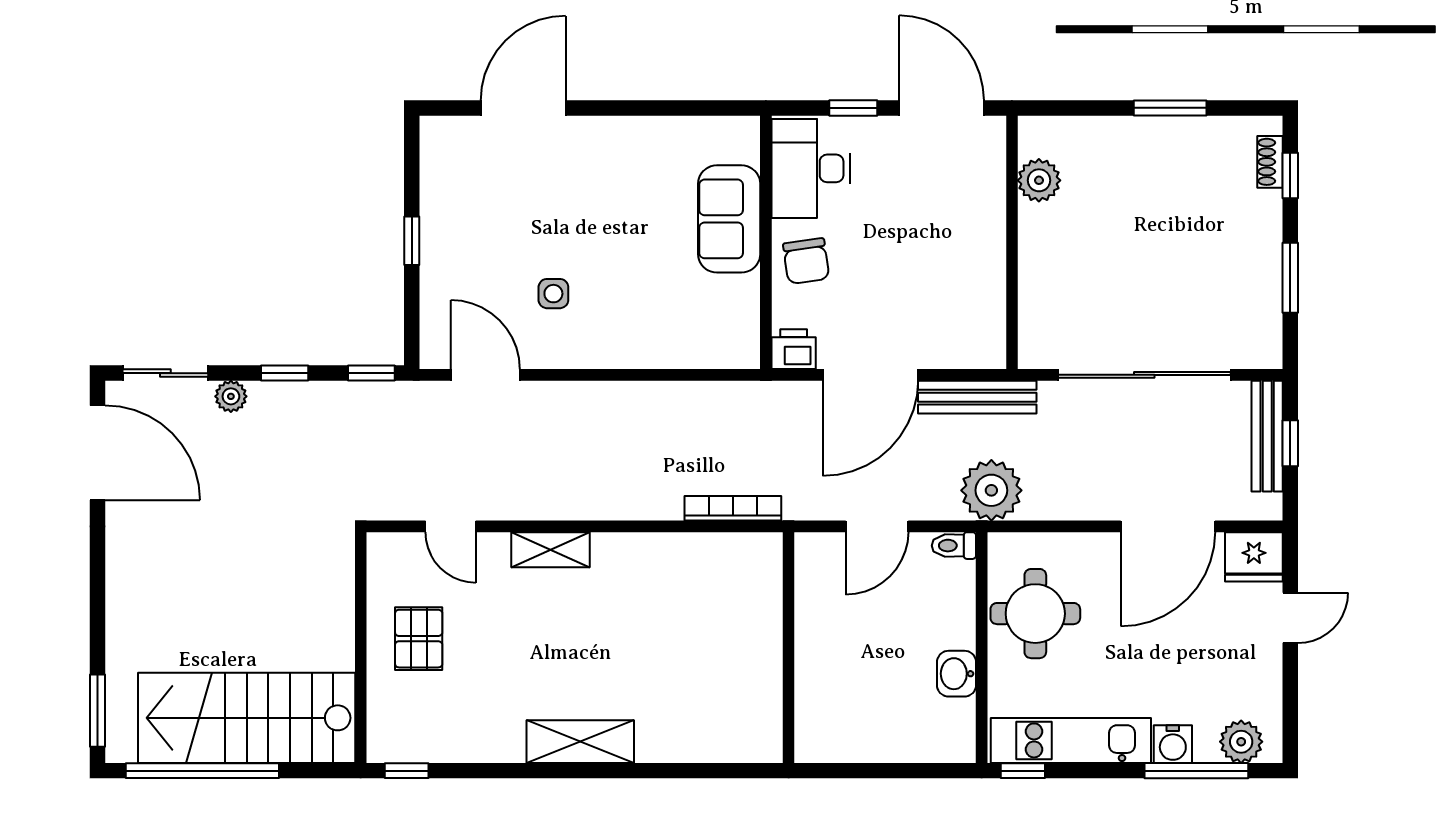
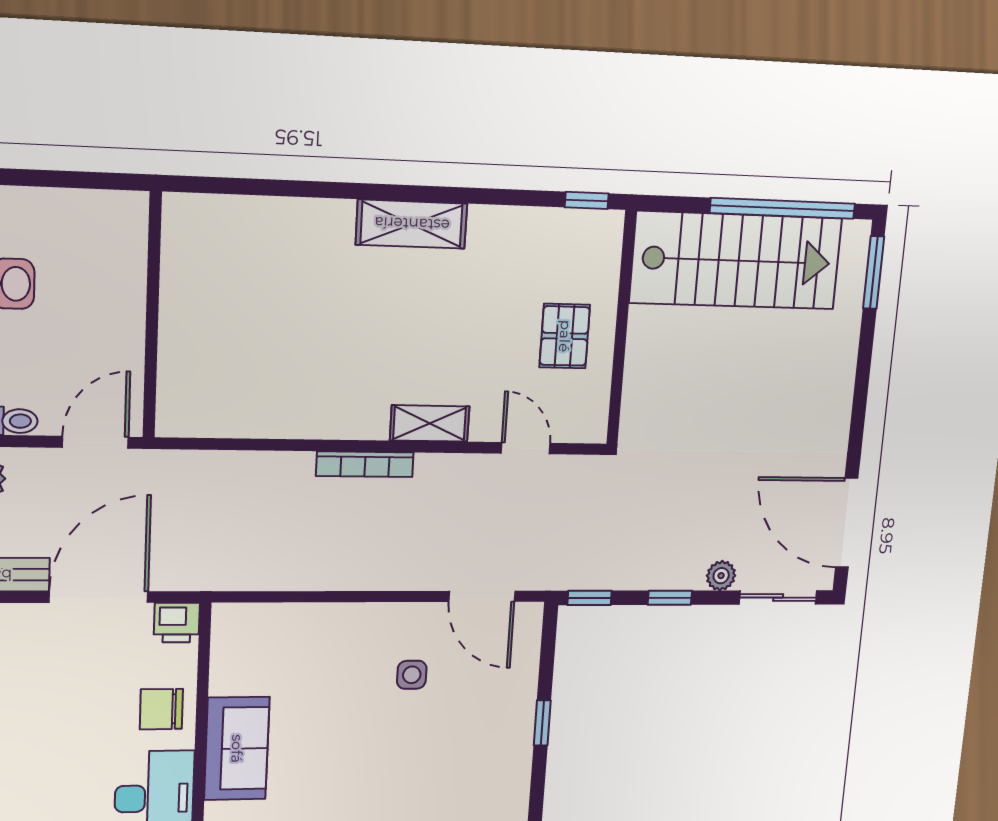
chair: (806, 261) -> (161, 709), turned -82
bookcase: (733, 508) -> (365, 464), moved
wall: (789, 648) -> (152, 316), moved

